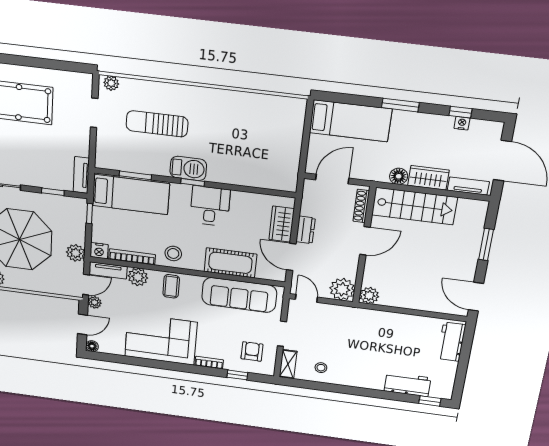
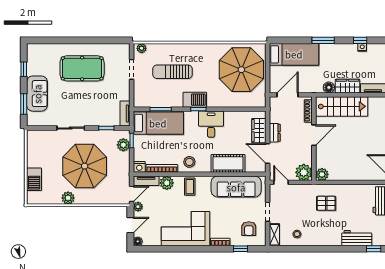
parasol: (265, 134) -> (241, 70), added
plant: (76, 253) -> (123, 145), moved
pallet: (370, 334) -> (326, 203), added
armchair: (252, 351) -> (249, 229), turned 180

